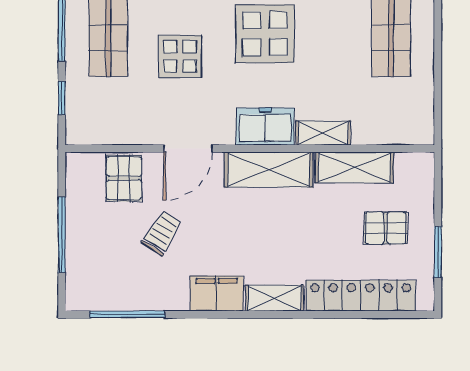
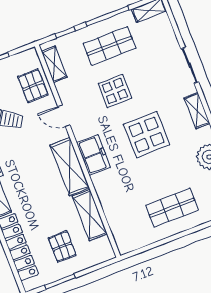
shelving: (323, 133) -> (54, 64), moved
door: (188, 149) -> (64, 116), width x0.73
pallet: (124, 178) -> (33, 86), turned 90

